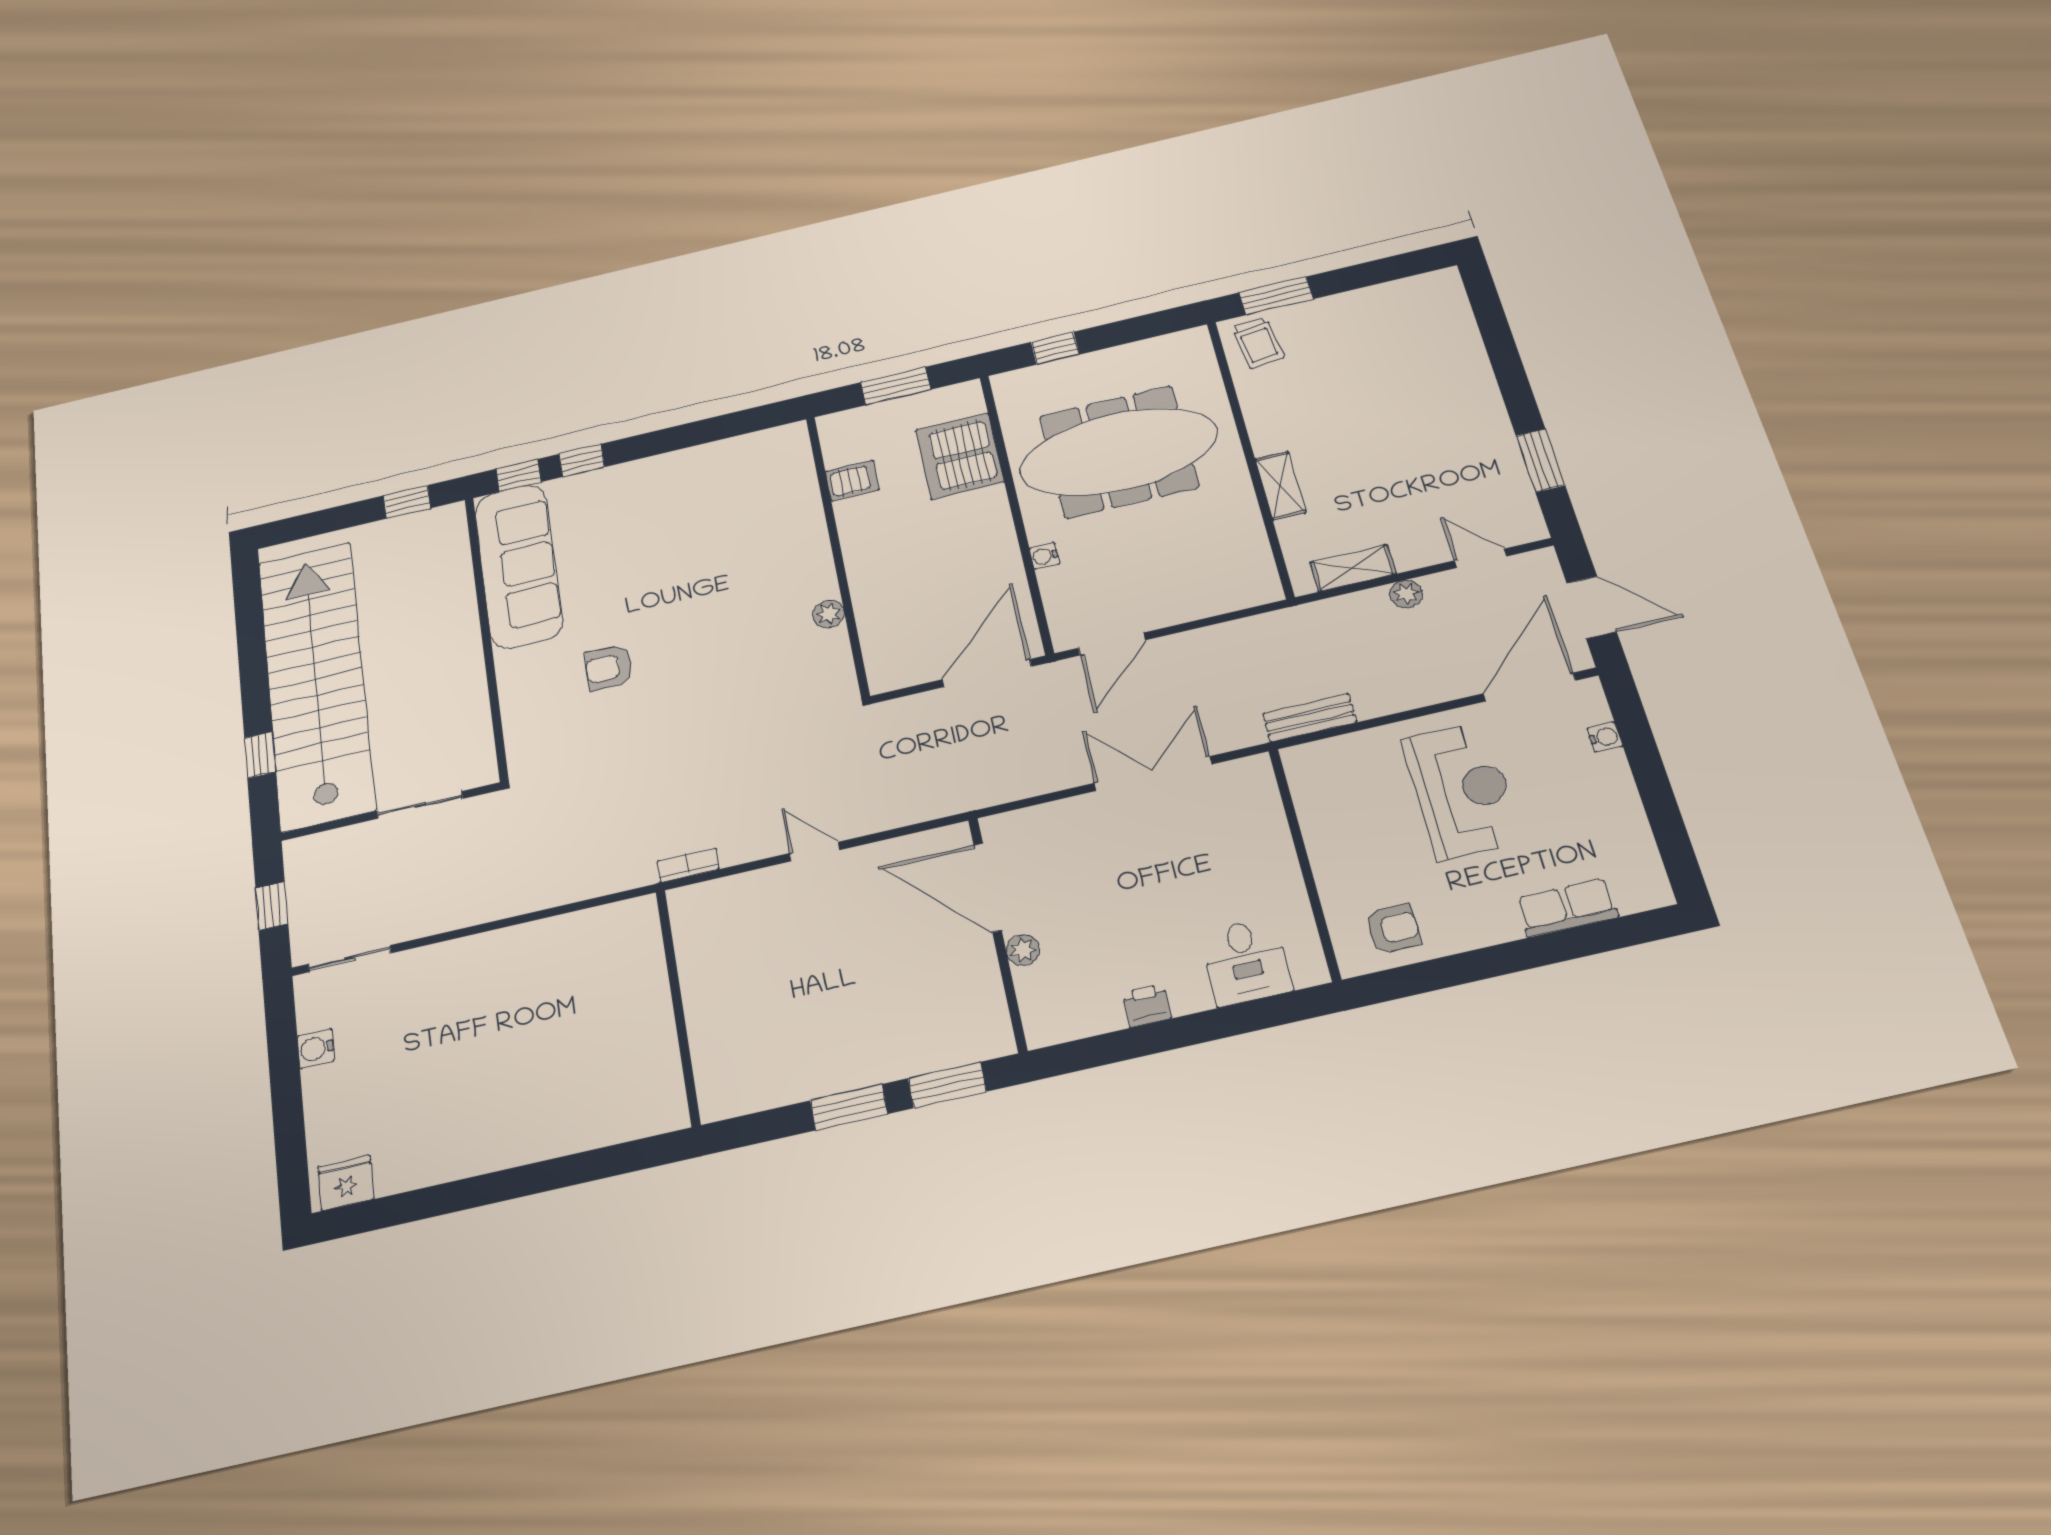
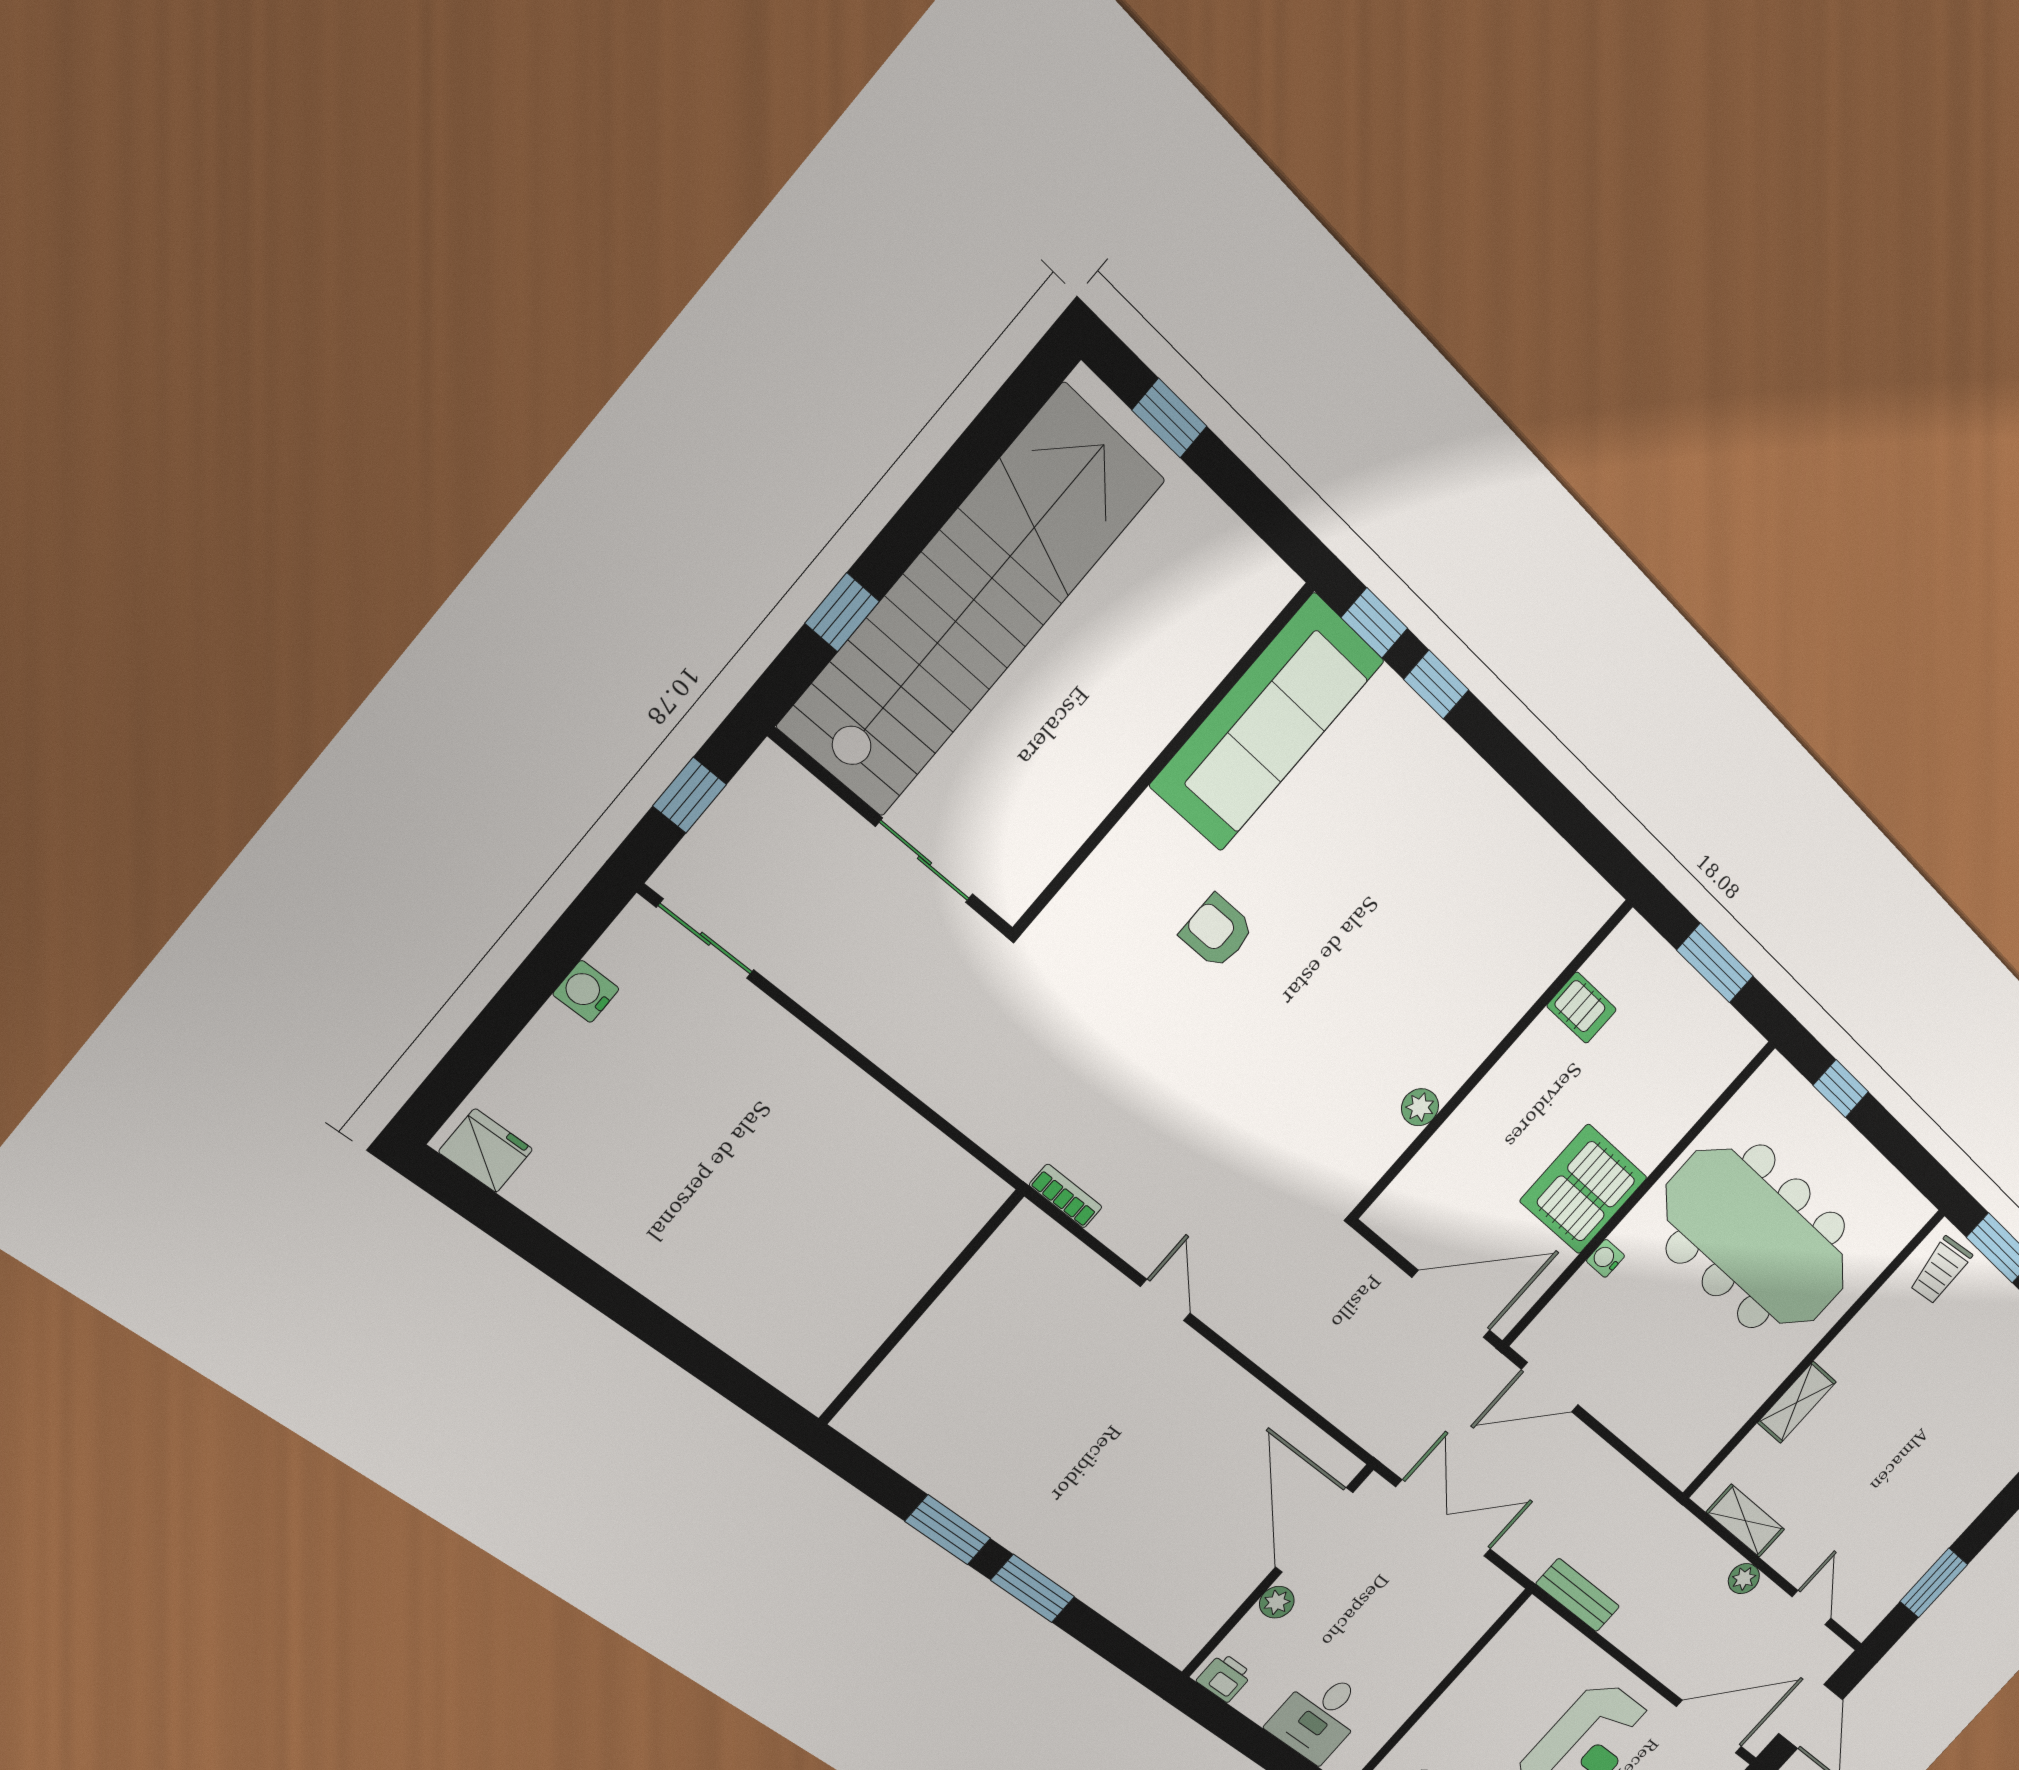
server rack: (960, 456) -> (1583, 1189), moved
window: (407, 502) -> (1169, 418), moved
door: (988, 887) -> (1314, 1530), moved
wall: (997, 933) -> (1277, 1571), moved
plant: (1023, 950) -> (1277, 1602), moved

